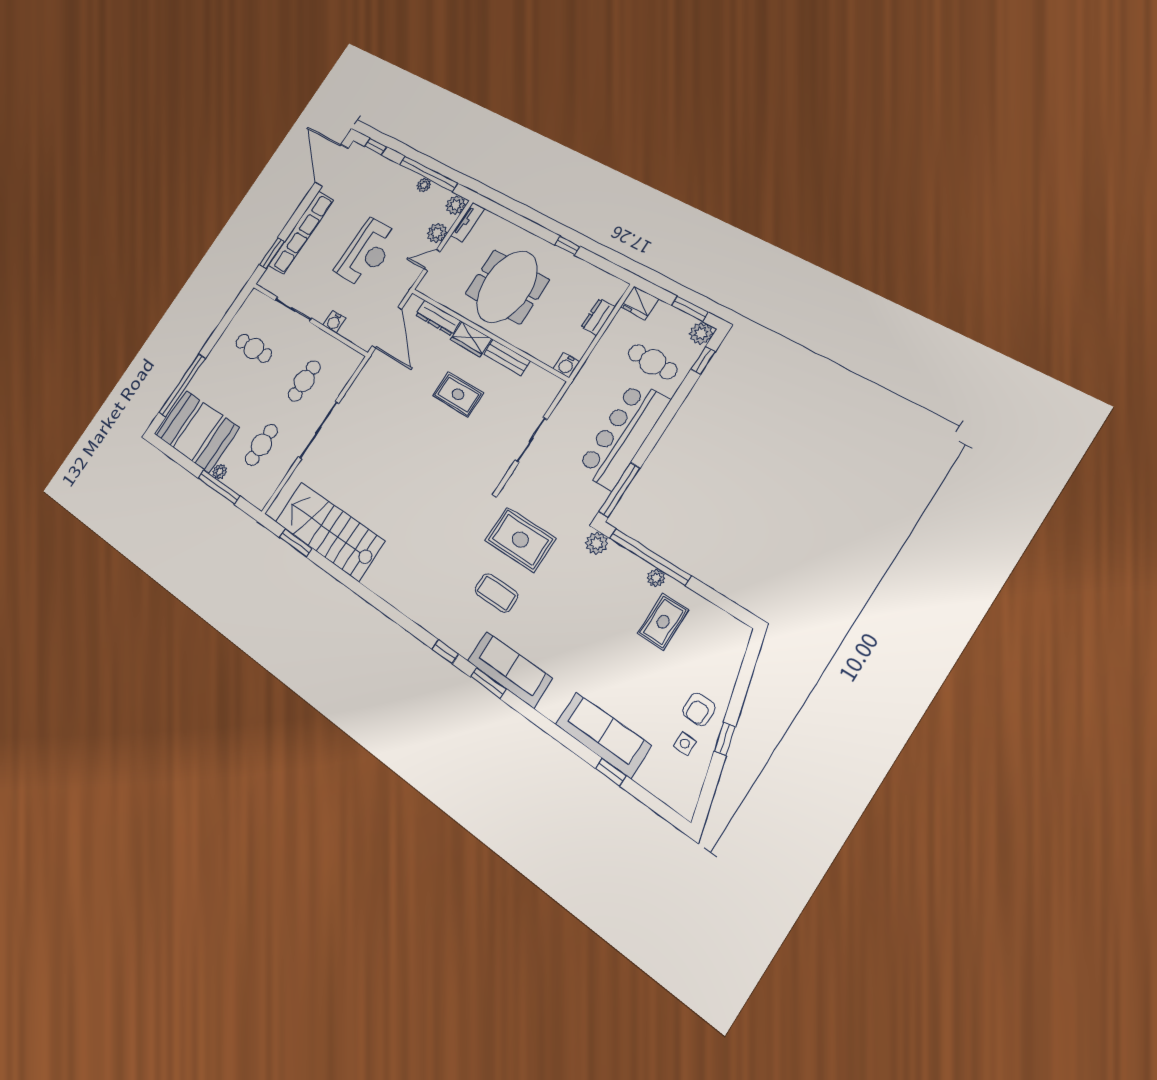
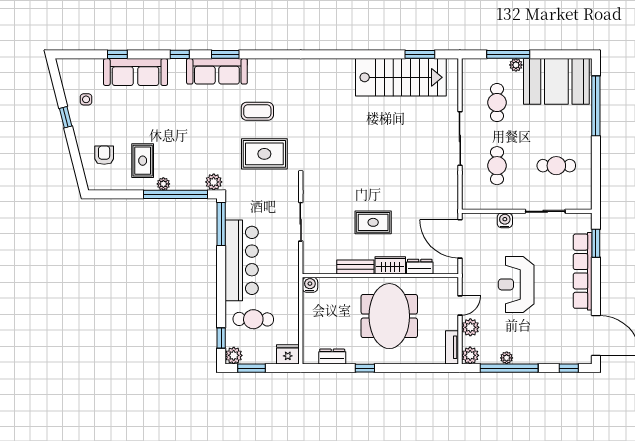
dresser: (598, 317) -> (332, 357), moved, turned -90
dresser: (438, 318) -> (420, 267), width x0.70
window: (445, 652) -> (180, 54), moved
armchair: (699, 709) -> (104, 155), moved

